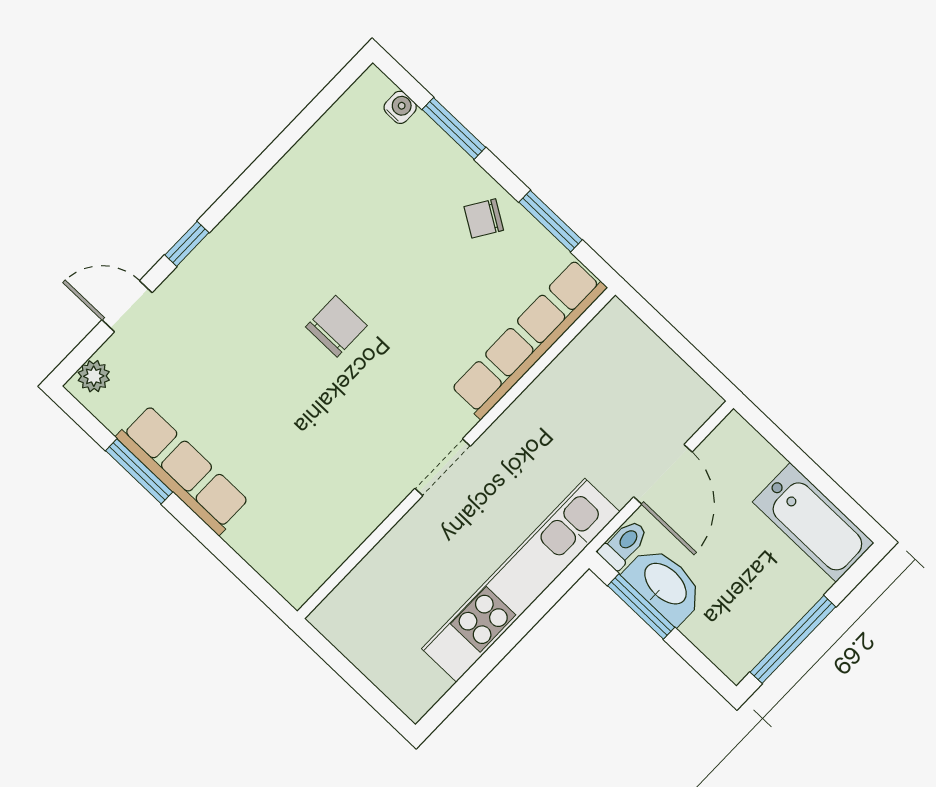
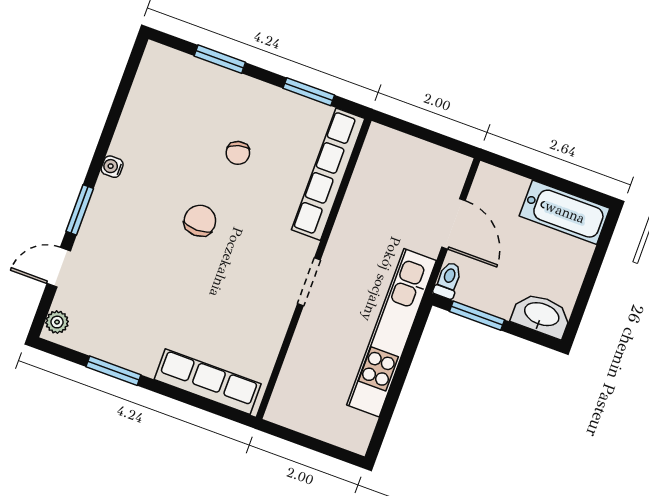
water cooler: (400, 107) -> (112, 167), moved, turned -90
chair: (484, 218) -> (238, 153), moved, turned -47
window: (187, 244) -> (80, 210), width x1.50
row of seats: (183, 470) -> (208, 382), moved
washbasin: (665, 585) -> (541, 315), moved
window: (793, 639) -> (585, 294), removed

